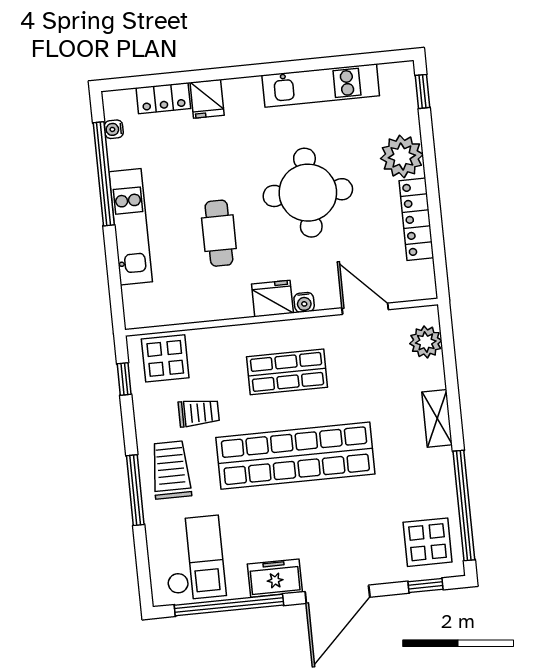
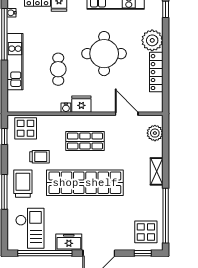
water cooler: (304, 302) -> (66, 108), moved

